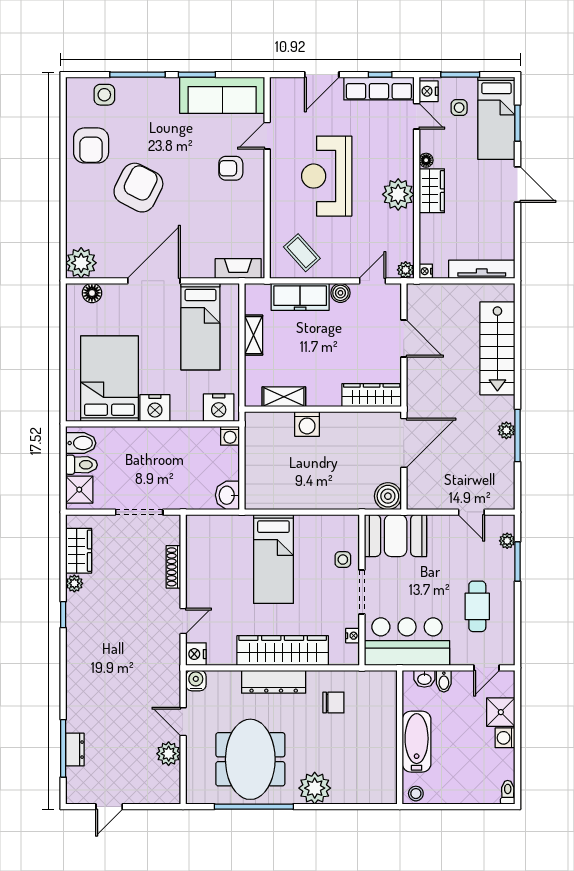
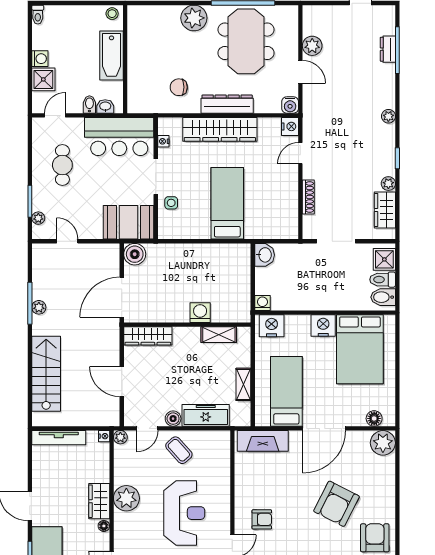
coffee table: (302, 253) -> (179, 450), moved
fireplace: (238, 268) -> (263, 441), width x1.37, depth x1.32
plant: (74, 667) -> (388, 116), added

